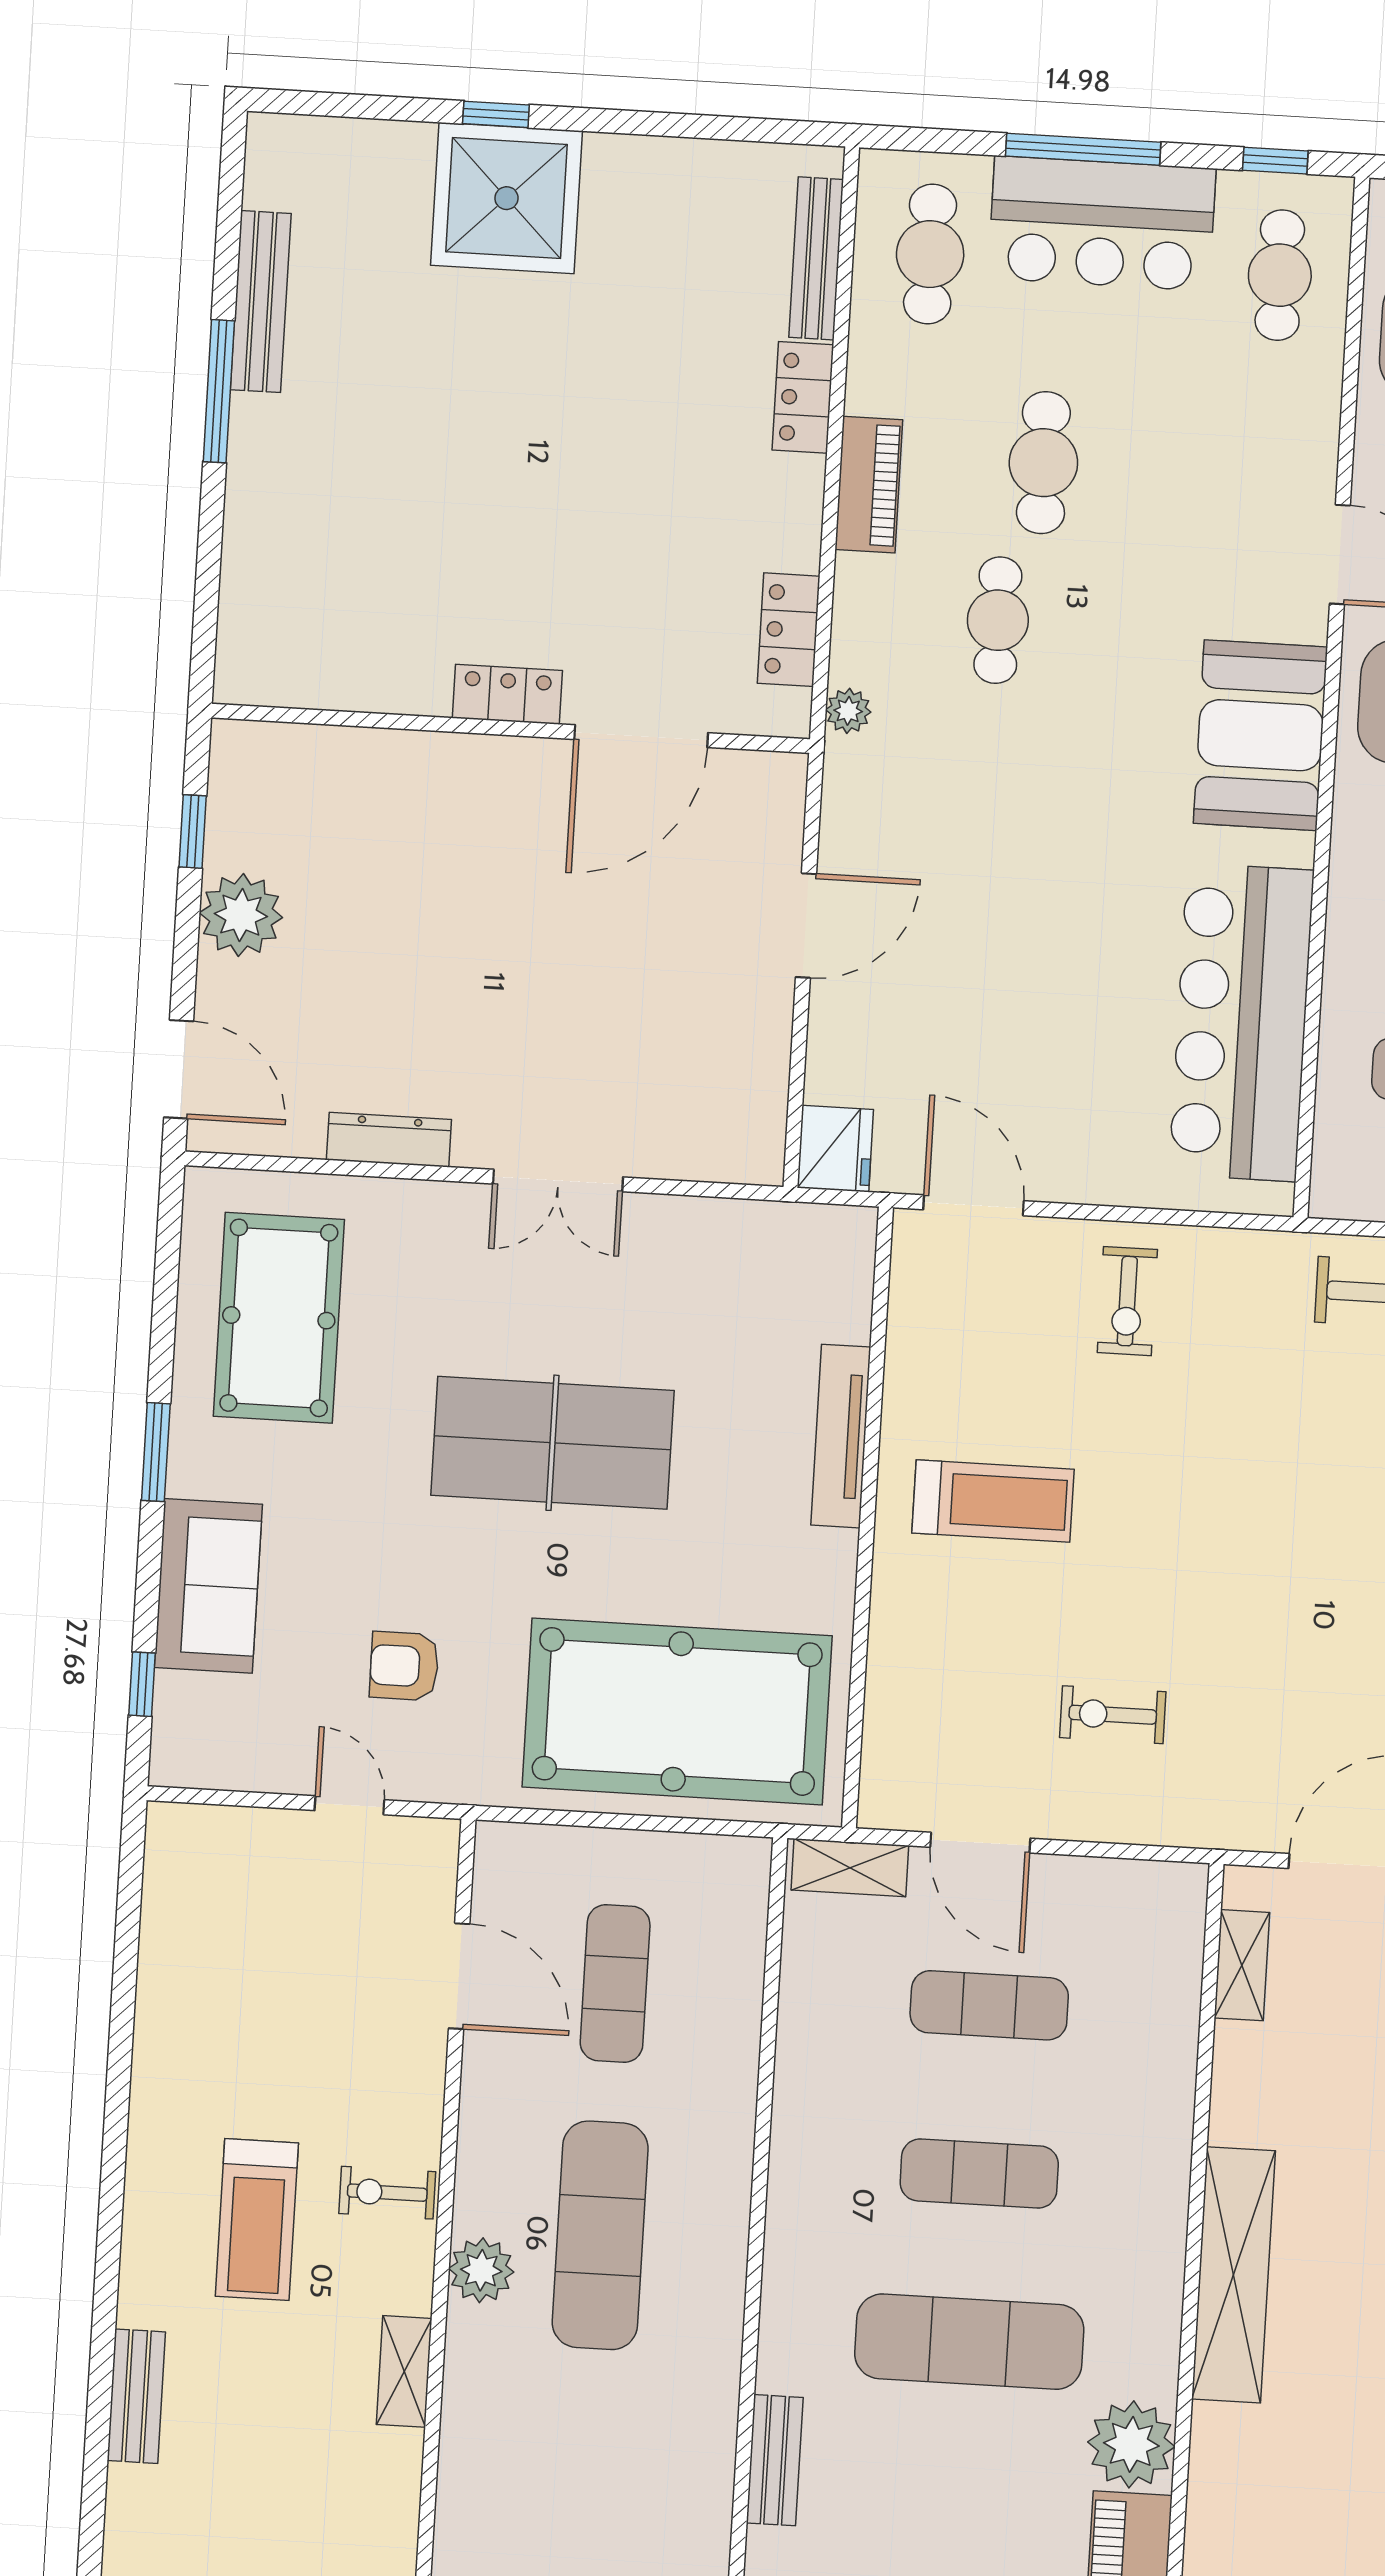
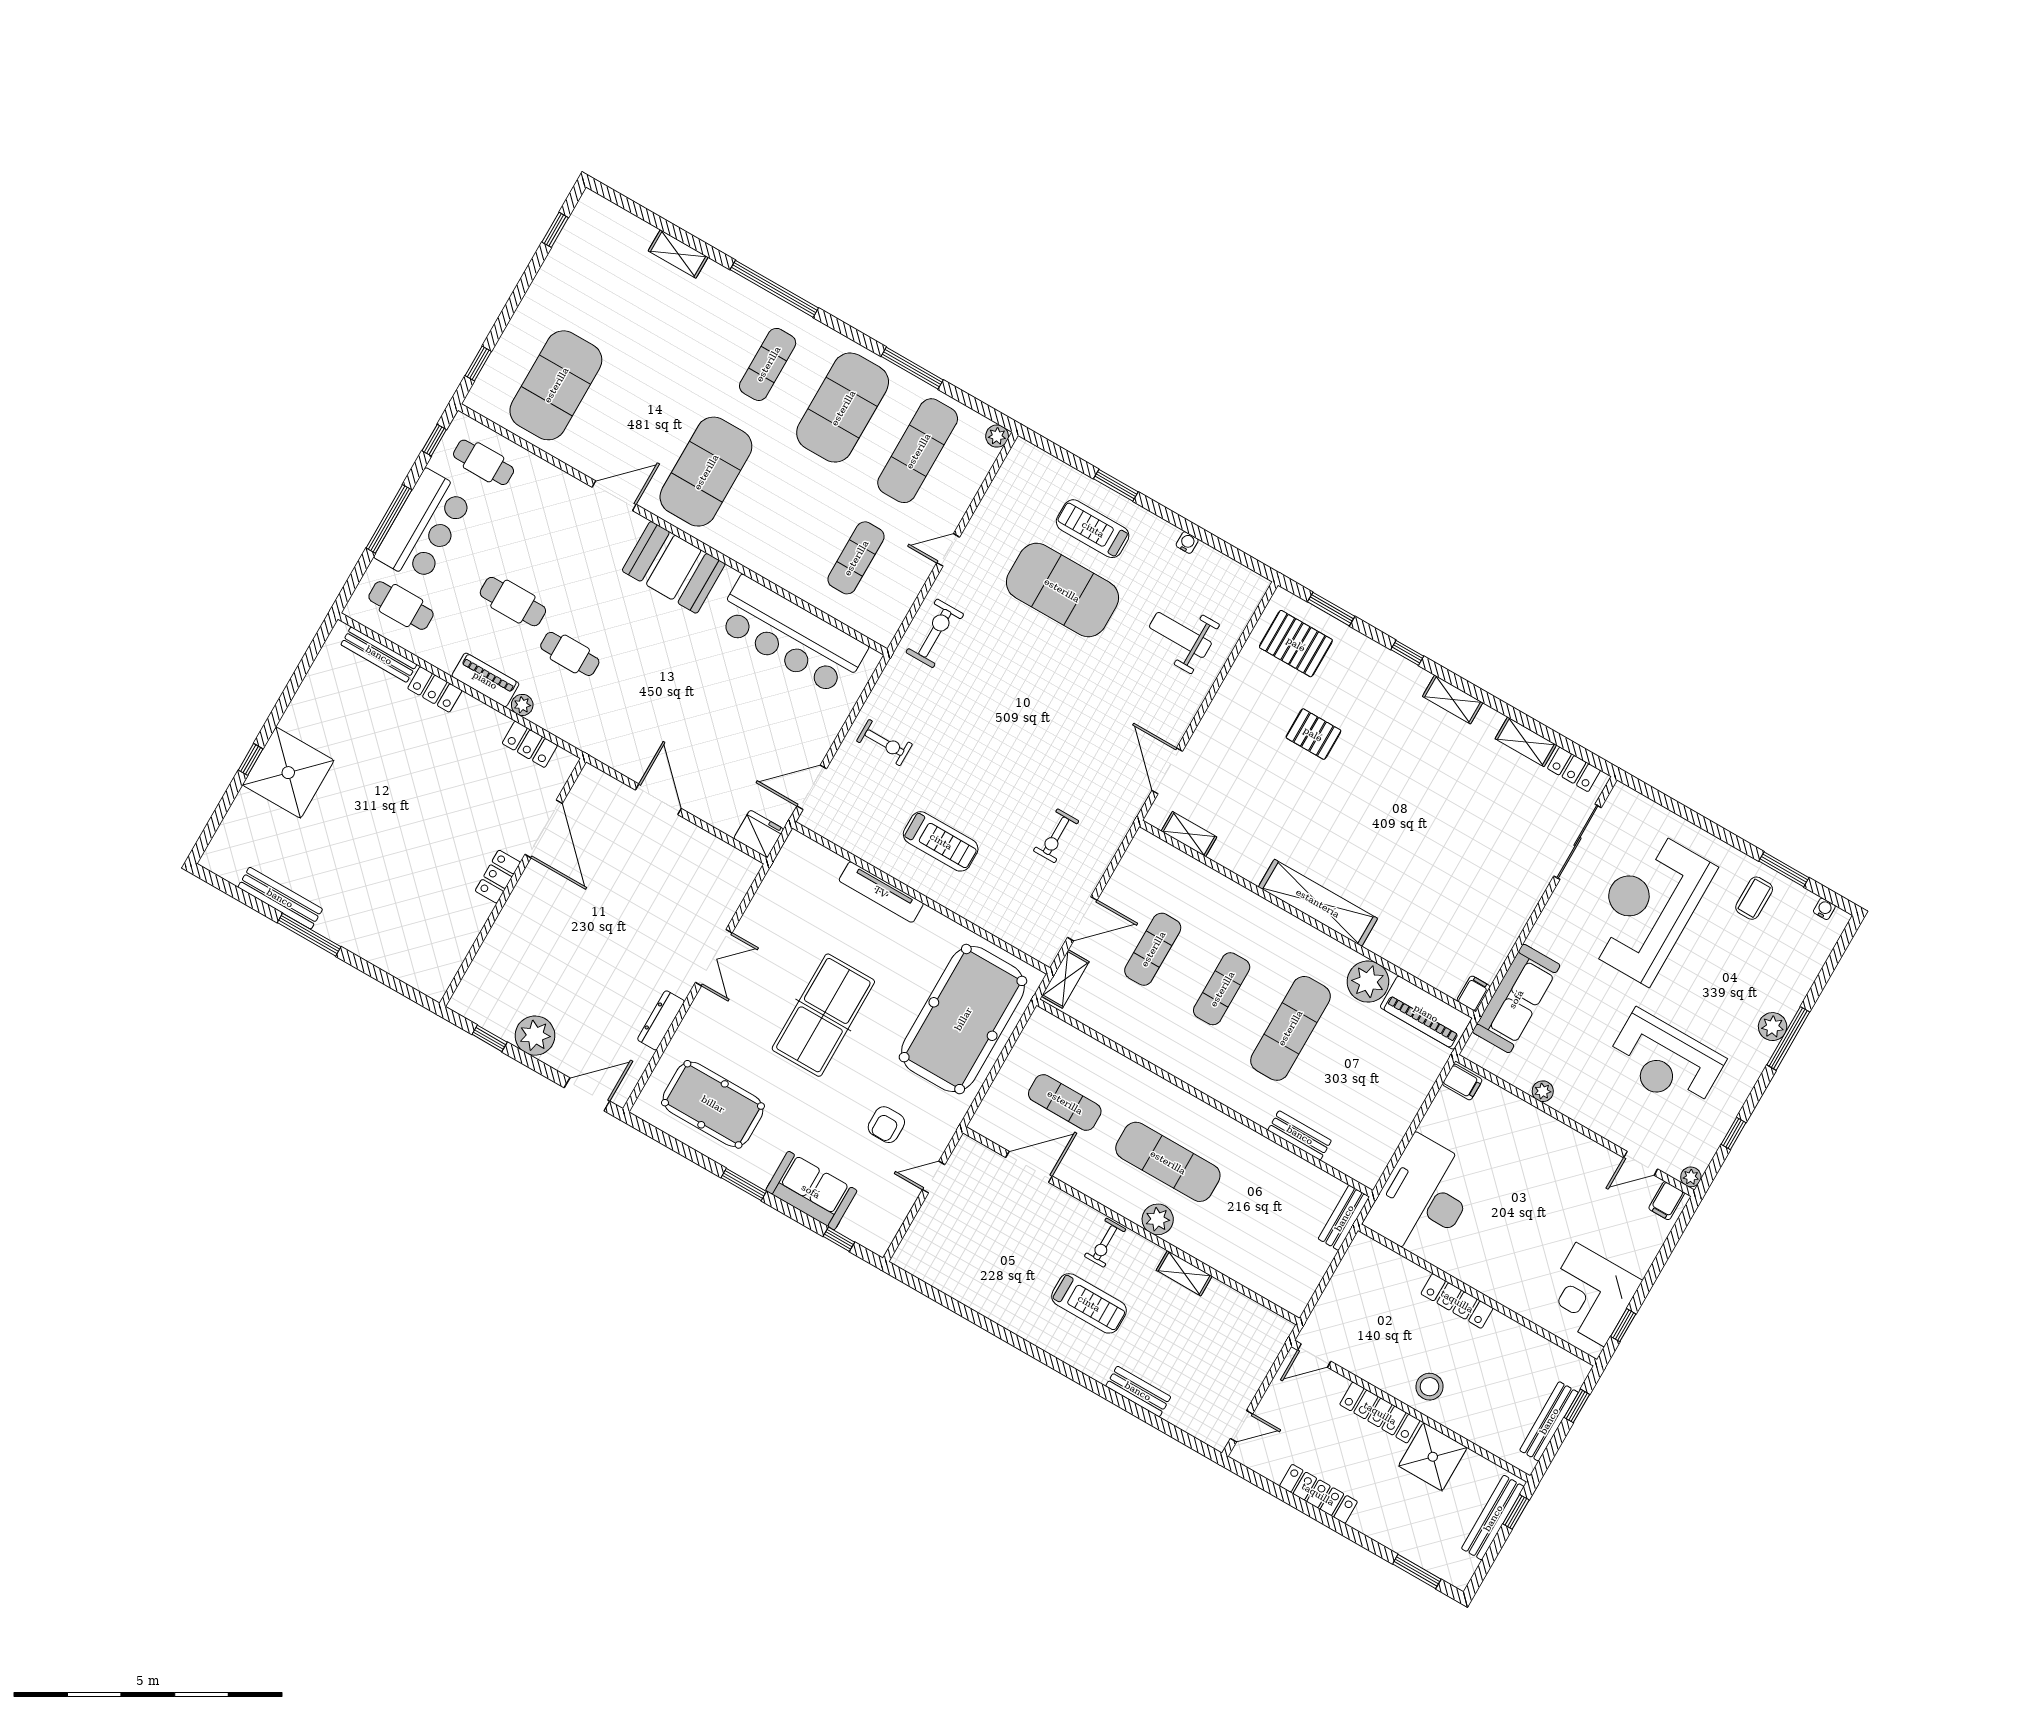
plant: (848, 711) -> (522, 705), moved
treadmill: (993, 1501) -> (941, 841), turned 90

